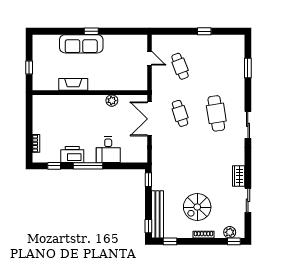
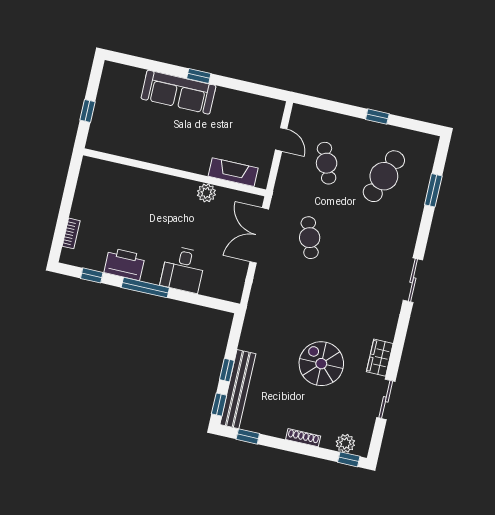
fireplace: (73, 84) -> (233, 172), moved
cafe table: (216, 113) -> (384, 176), moved, turned 30
window: (148, 180) -> (227, 370), moved
spiral stairs: (197, 207) -> (321, 364), moved, turned 90

